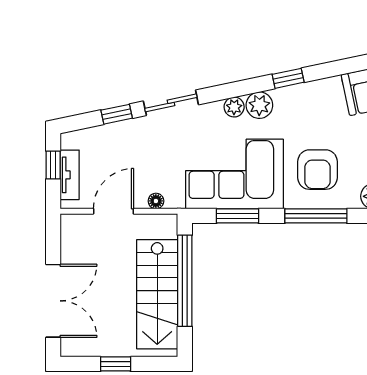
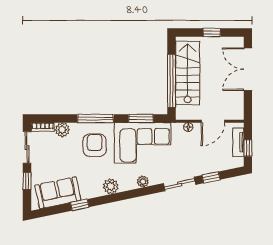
window: (288, 78) -> (80, 205), moved
plant: (259, 105) -> (111, 186), moved

